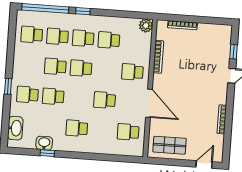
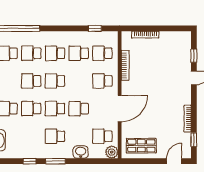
window: (83, 11) -> (95, 28), moved
plant: (146, 26) -> (112, 152), moved
school desk: (135, 42) -> (102, 53), added
school desk: (79, 98) -> (55, 109), added
door: (149, 103) -> (120, 109), hinge flipped
washbasin: (44, 143) -> (81, 152), moved
window: (227, 143) -> (194, 140), added
window: (75, 155) -> (55, 161), added

